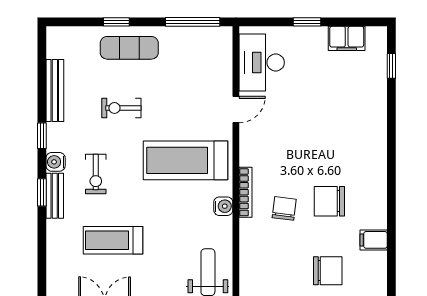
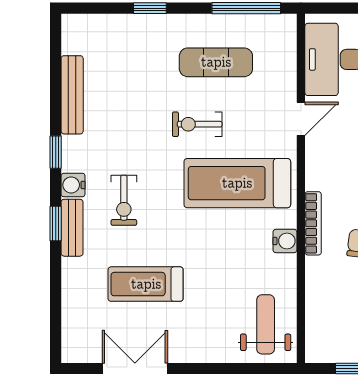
exercise mat: (129, 48) -> (216, 62), moved
exercise bike: (121, 108) -> (197, 124), moved

